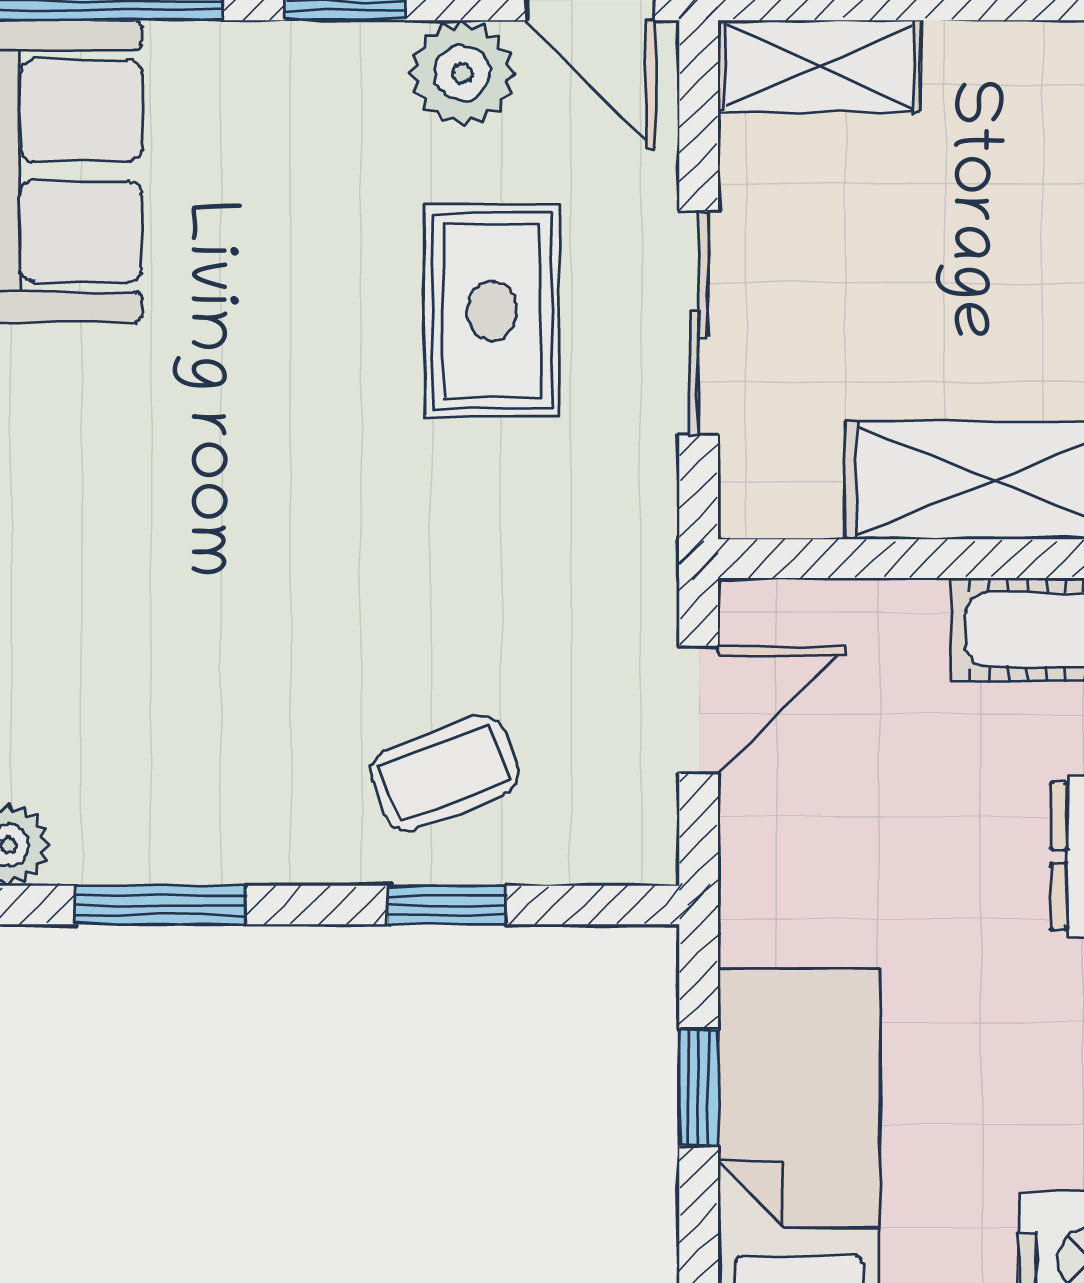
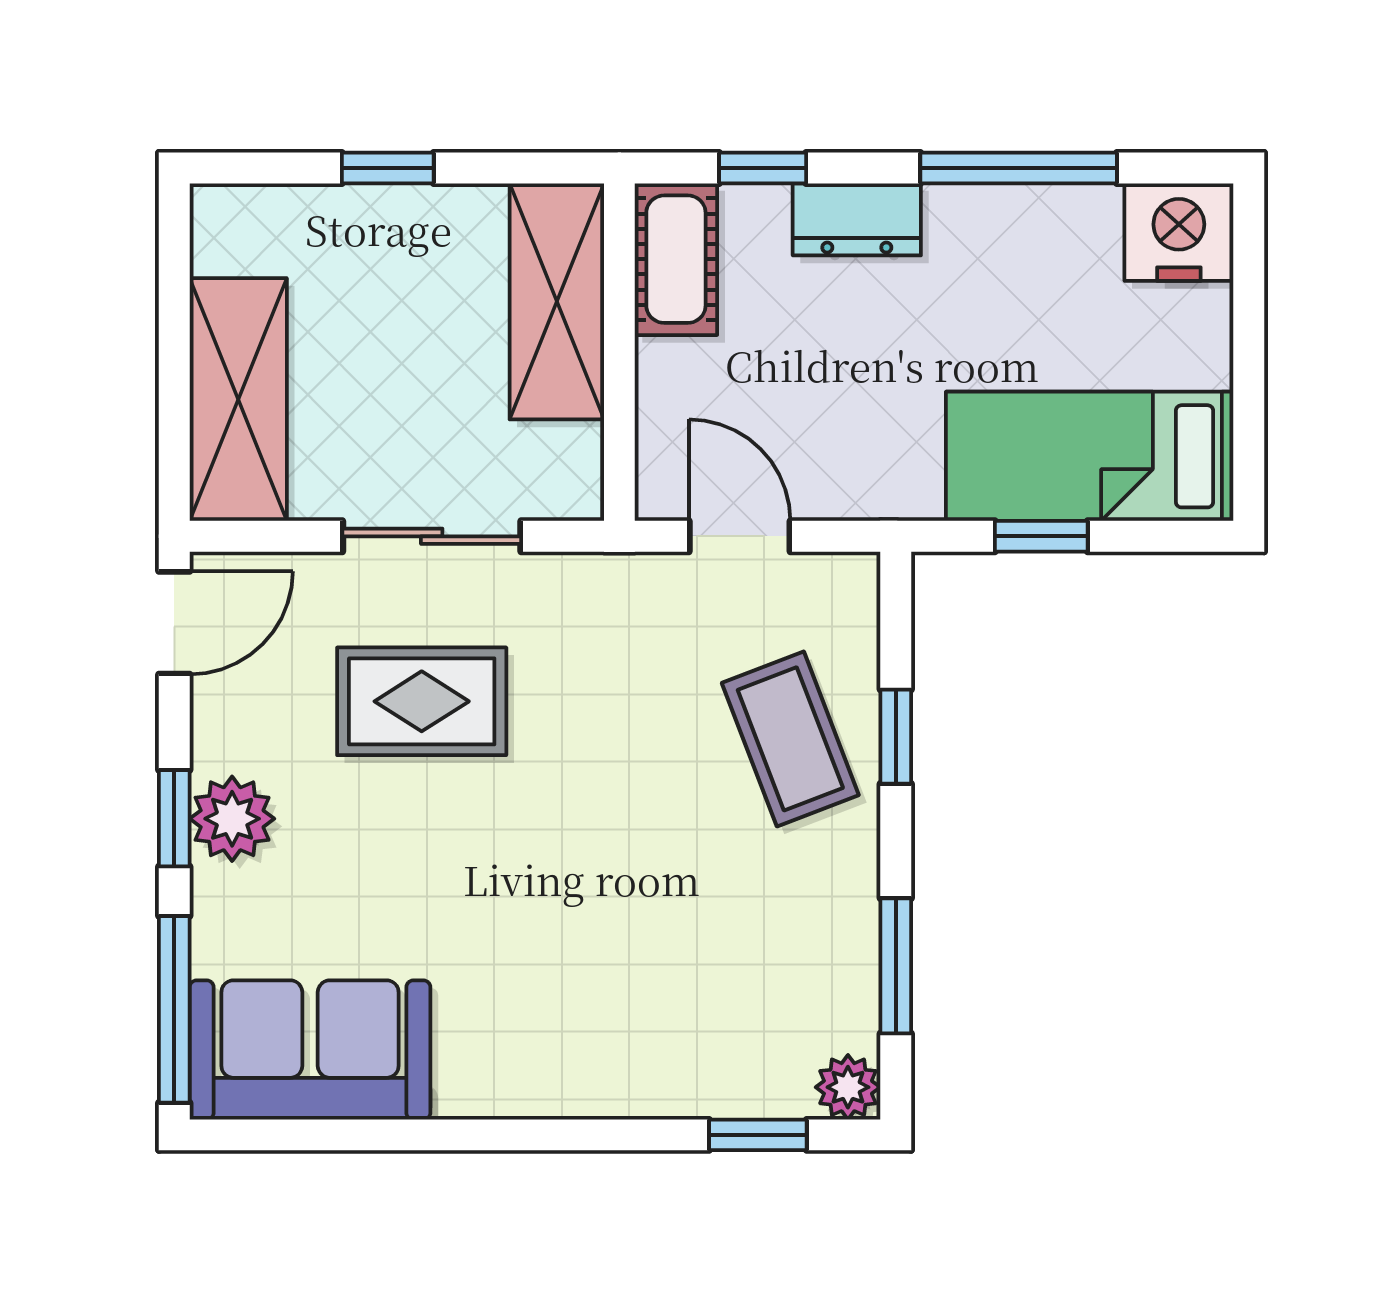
shelving: (819, 66) -> (238, 400), width x1.50, depth x1.33
plant: (462, 73) -> (232, 819), moved
coffee table: (445, 773) -> (790, 739), width x1.36, depth x1.30

